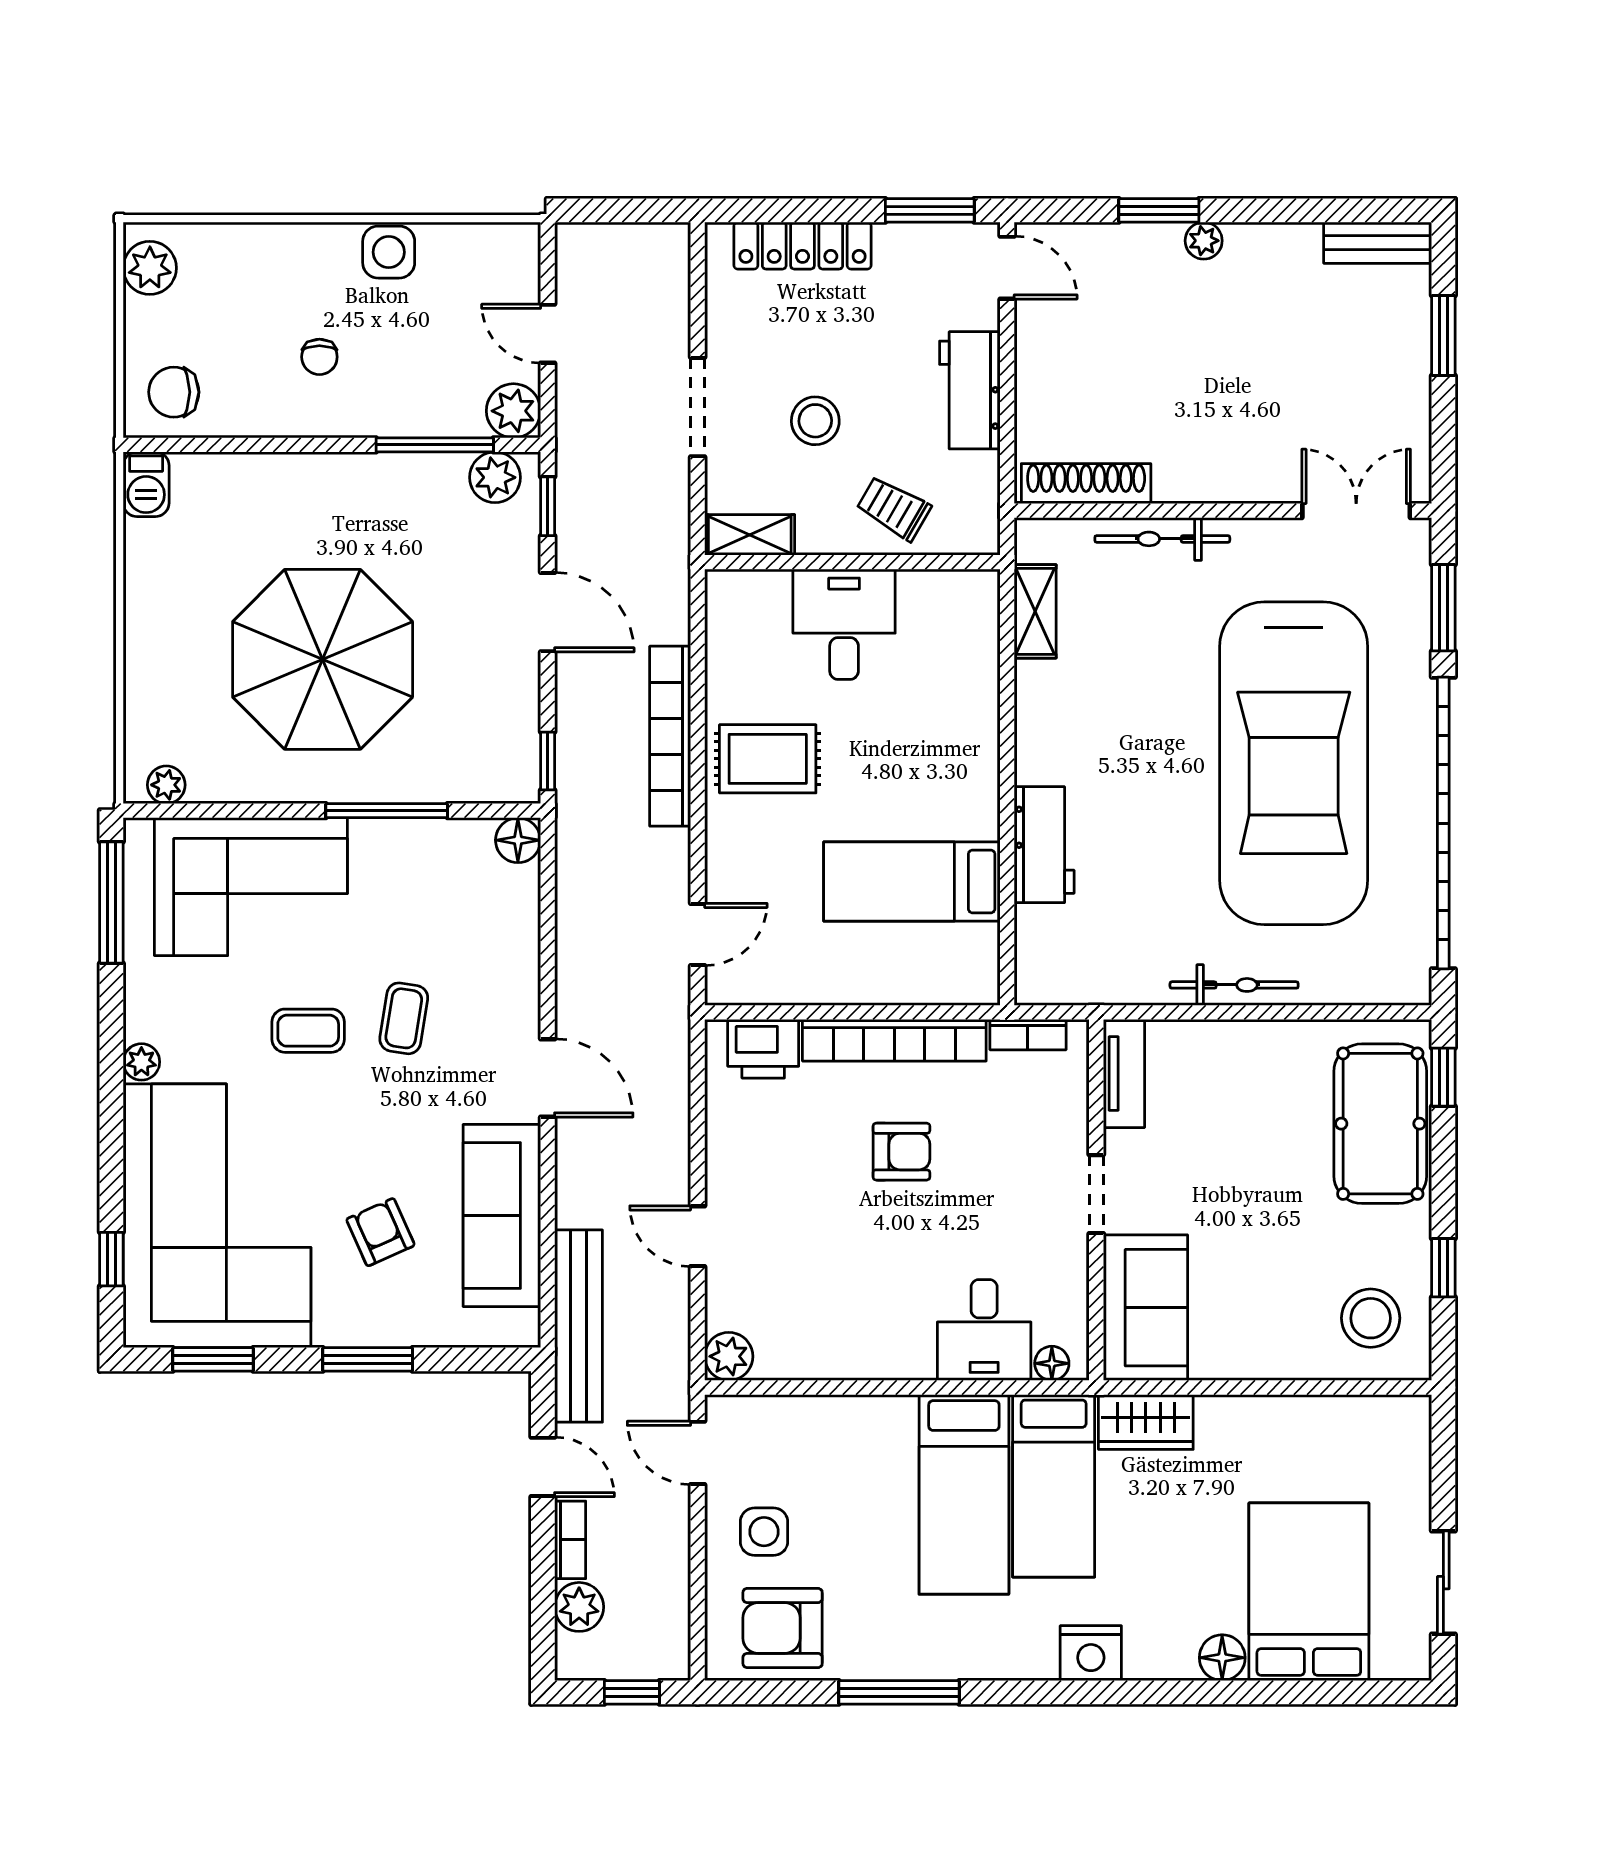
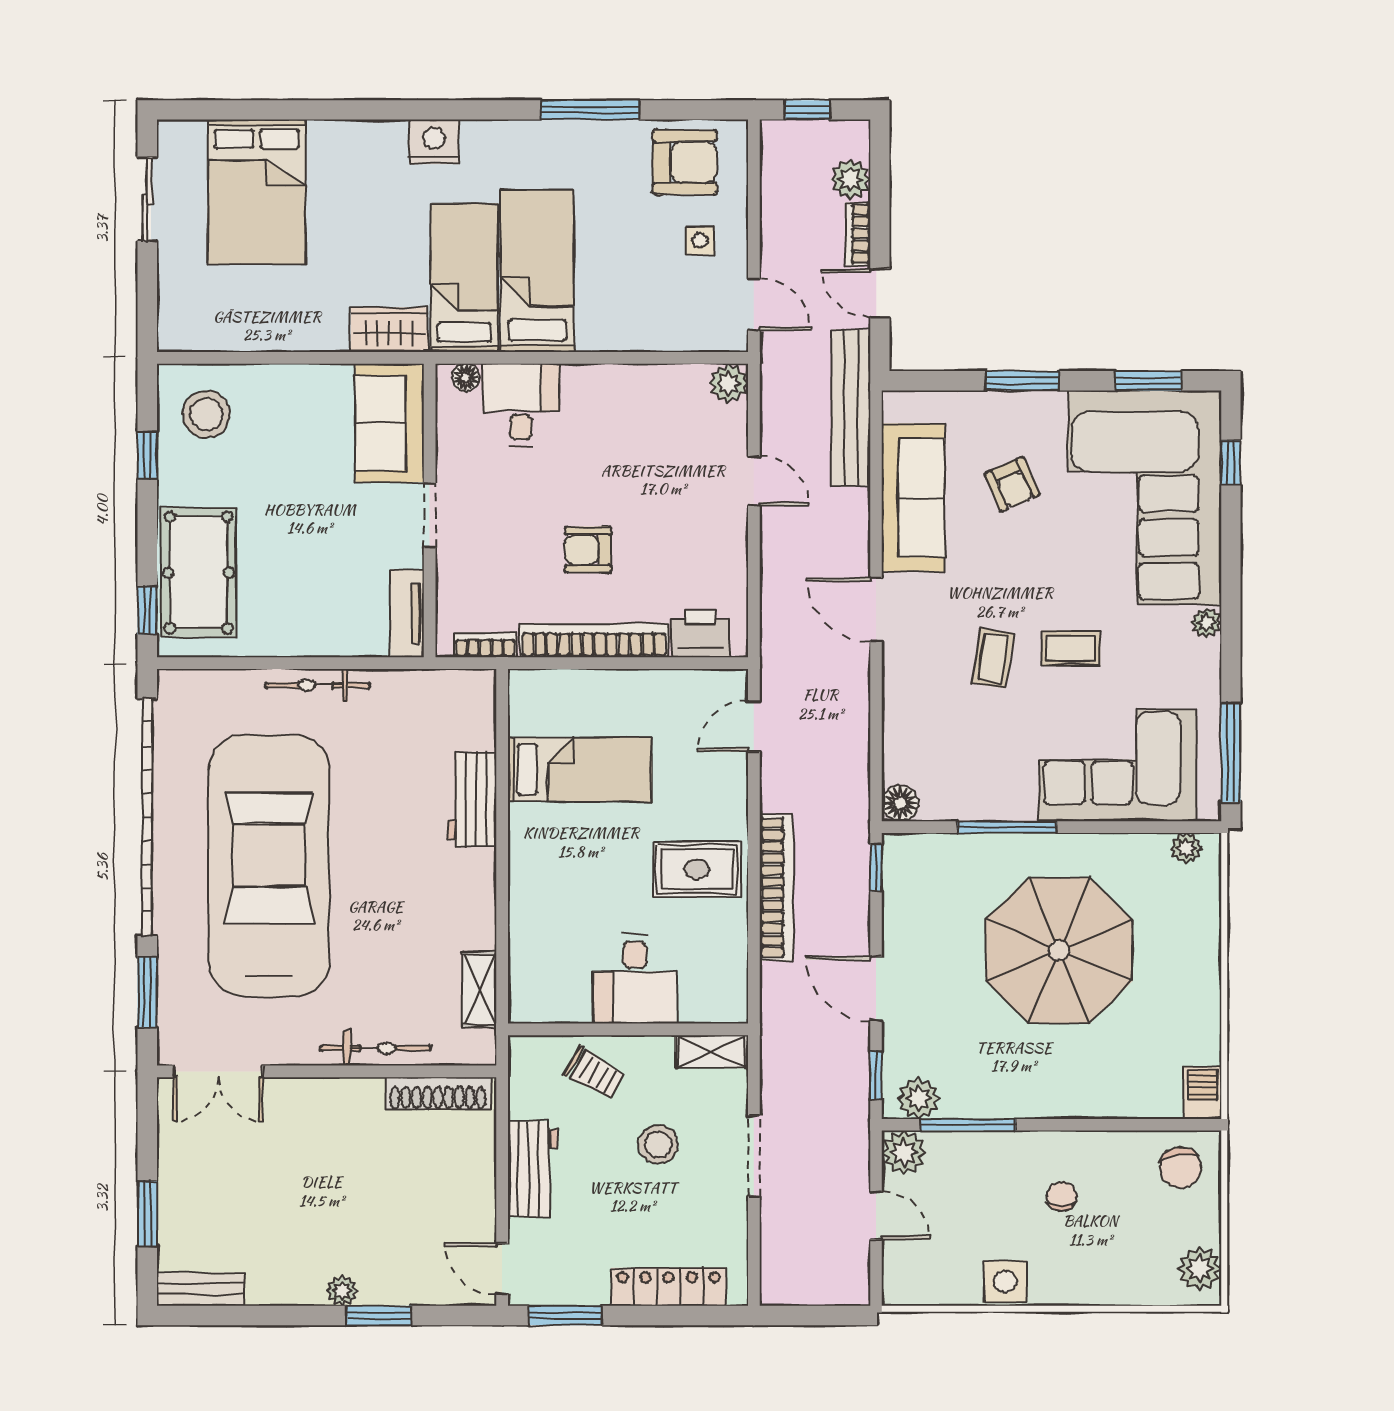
chair: (174, 392) -> (1180, 1168), turned 81
side table: (764, 1532) -> (700, 241), width x0.73, depth x0.73
floor lamp: (1222, 1658) -> (327, 138), removed

